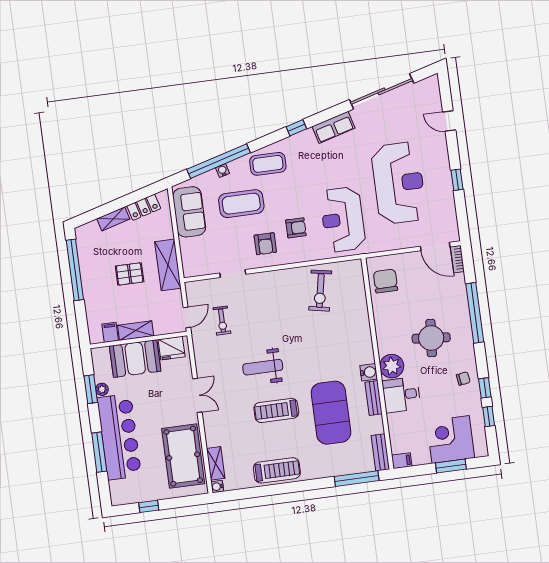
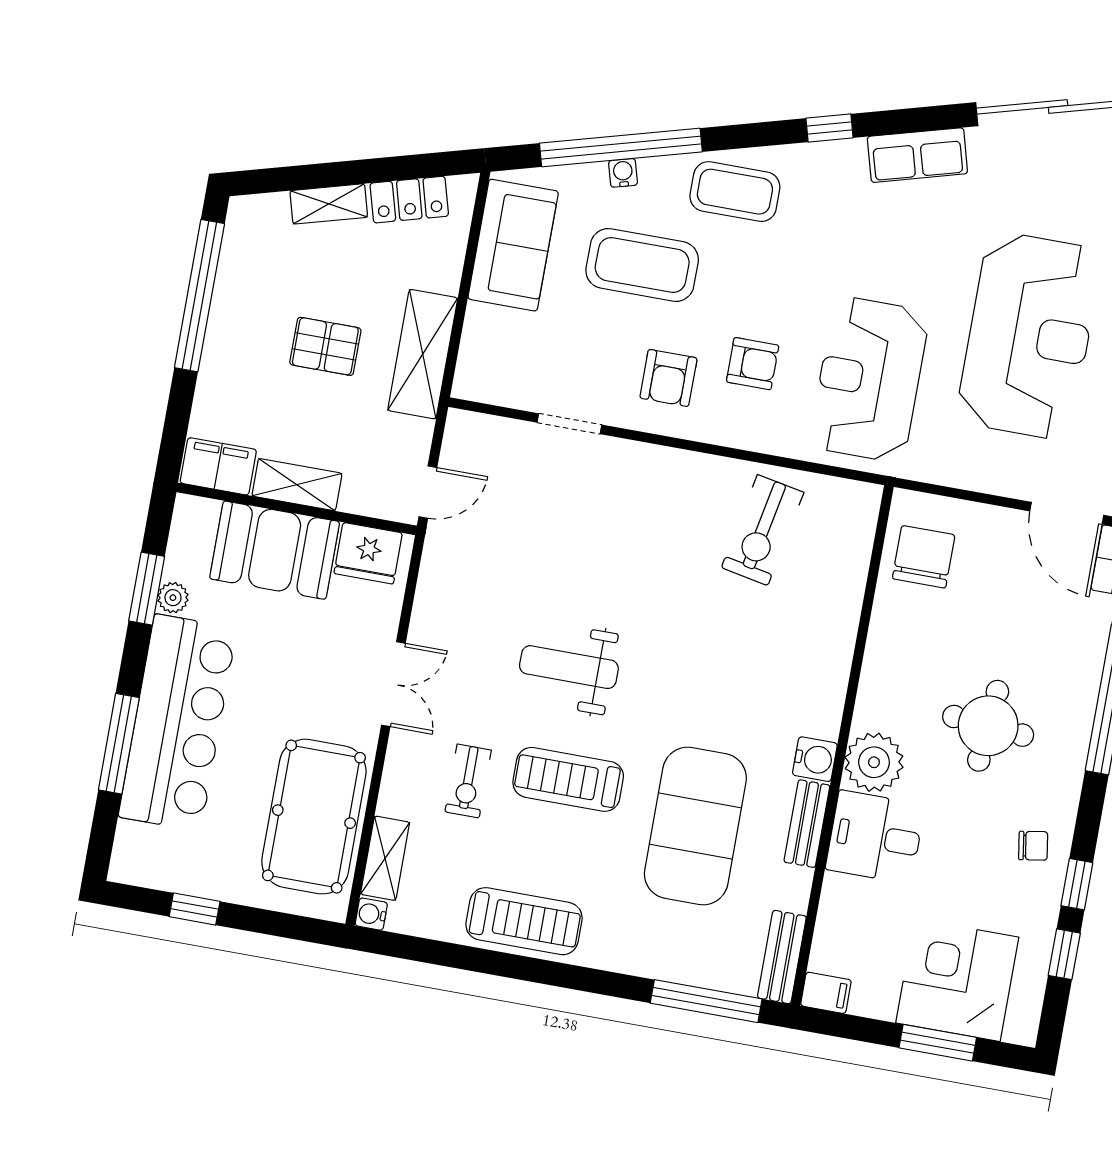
exercise bike: (222, 321) -> (468, 781), moved
filing cabinet: (110, 332) -> (218, 466), width x2.00

